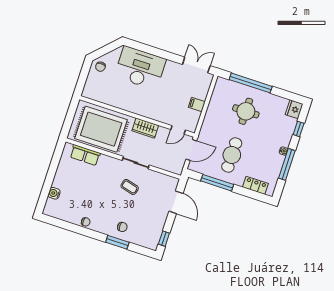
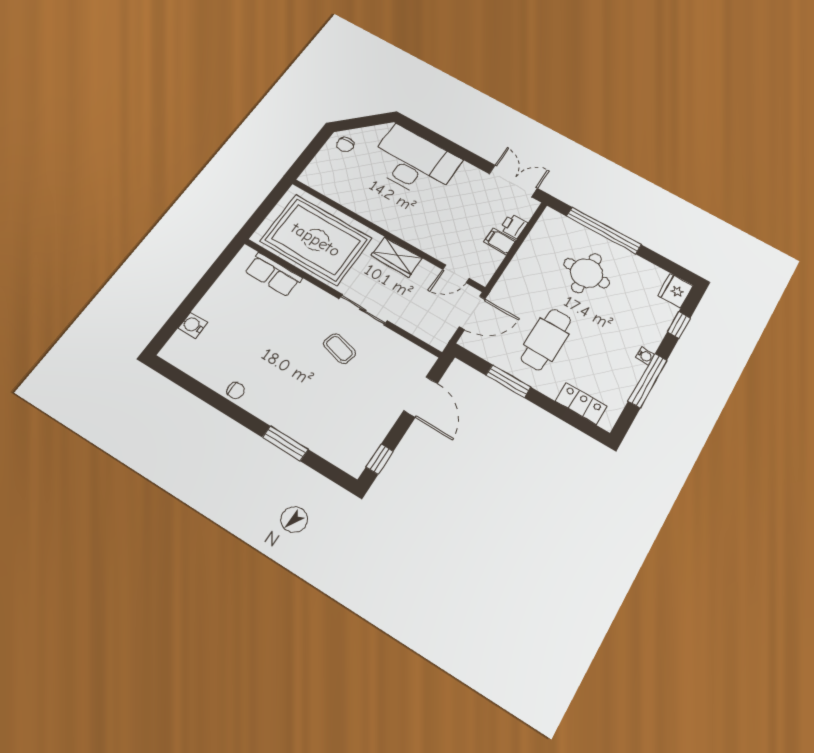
printer: (202, 93) -> (514, 226), added
window: (217, 183) -> (508, 381), width x0.69
chair: (122, 227) -> (304, 417), removed

